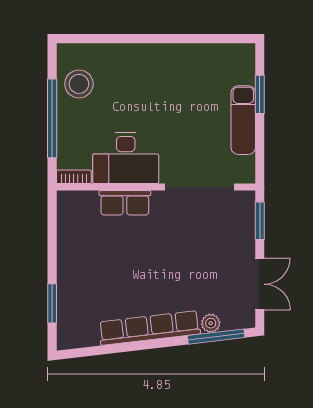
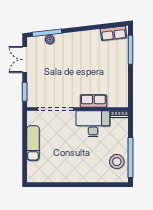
window: (260, 94) -> (25, 156), removed
window: (52, 118) -> (131, 158), moved
window: (52, 303) -> (131, 50), width x1.44
row of seats: (149, 328) -> (114, 33), moved, width x0.50

